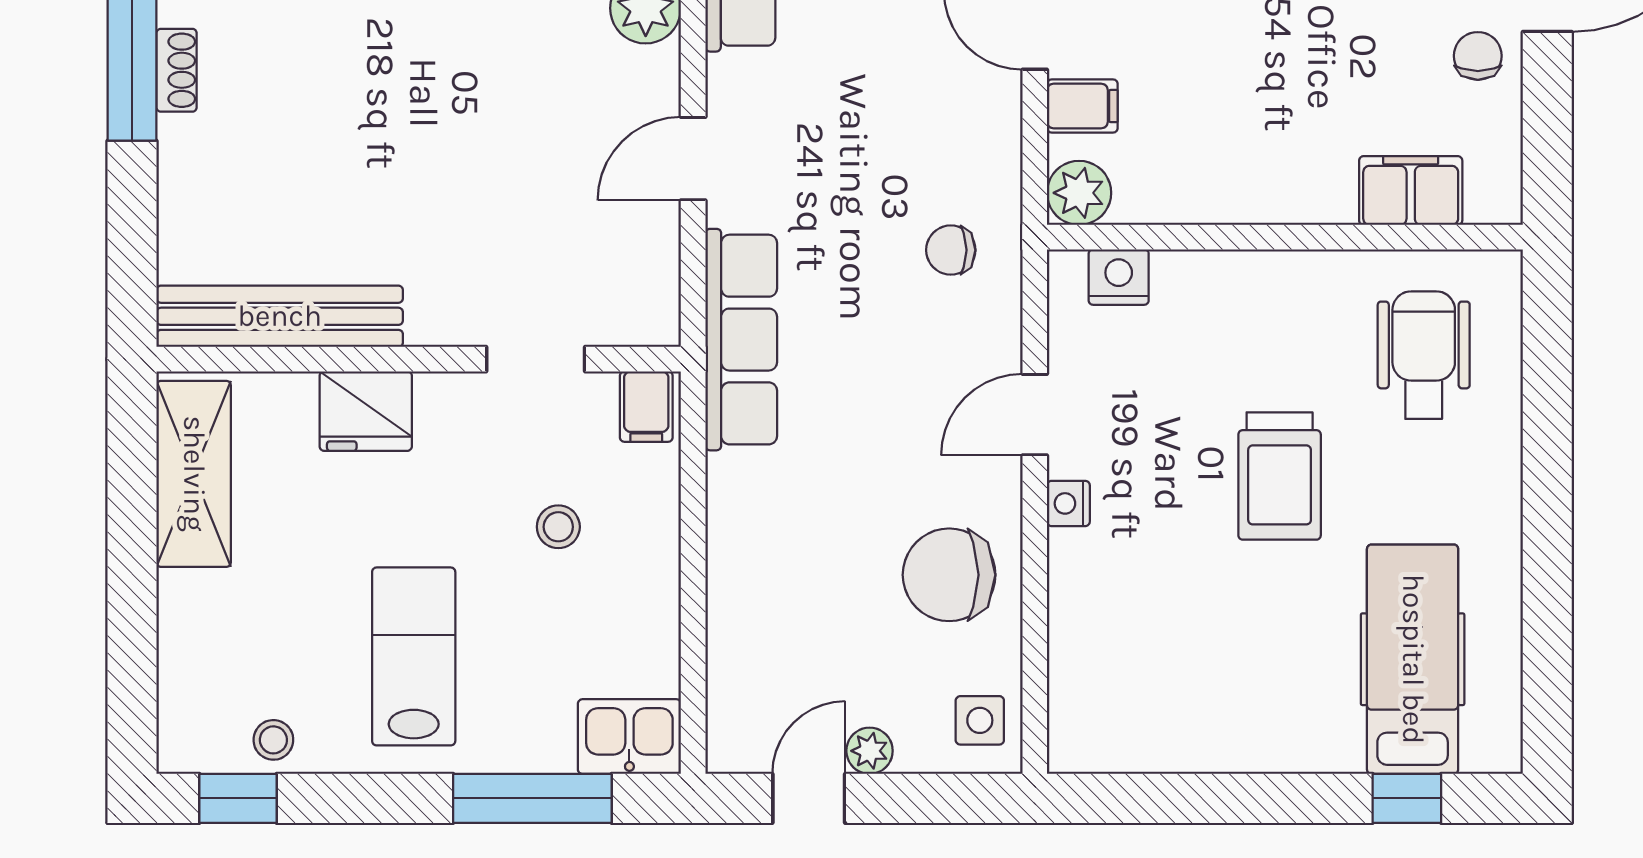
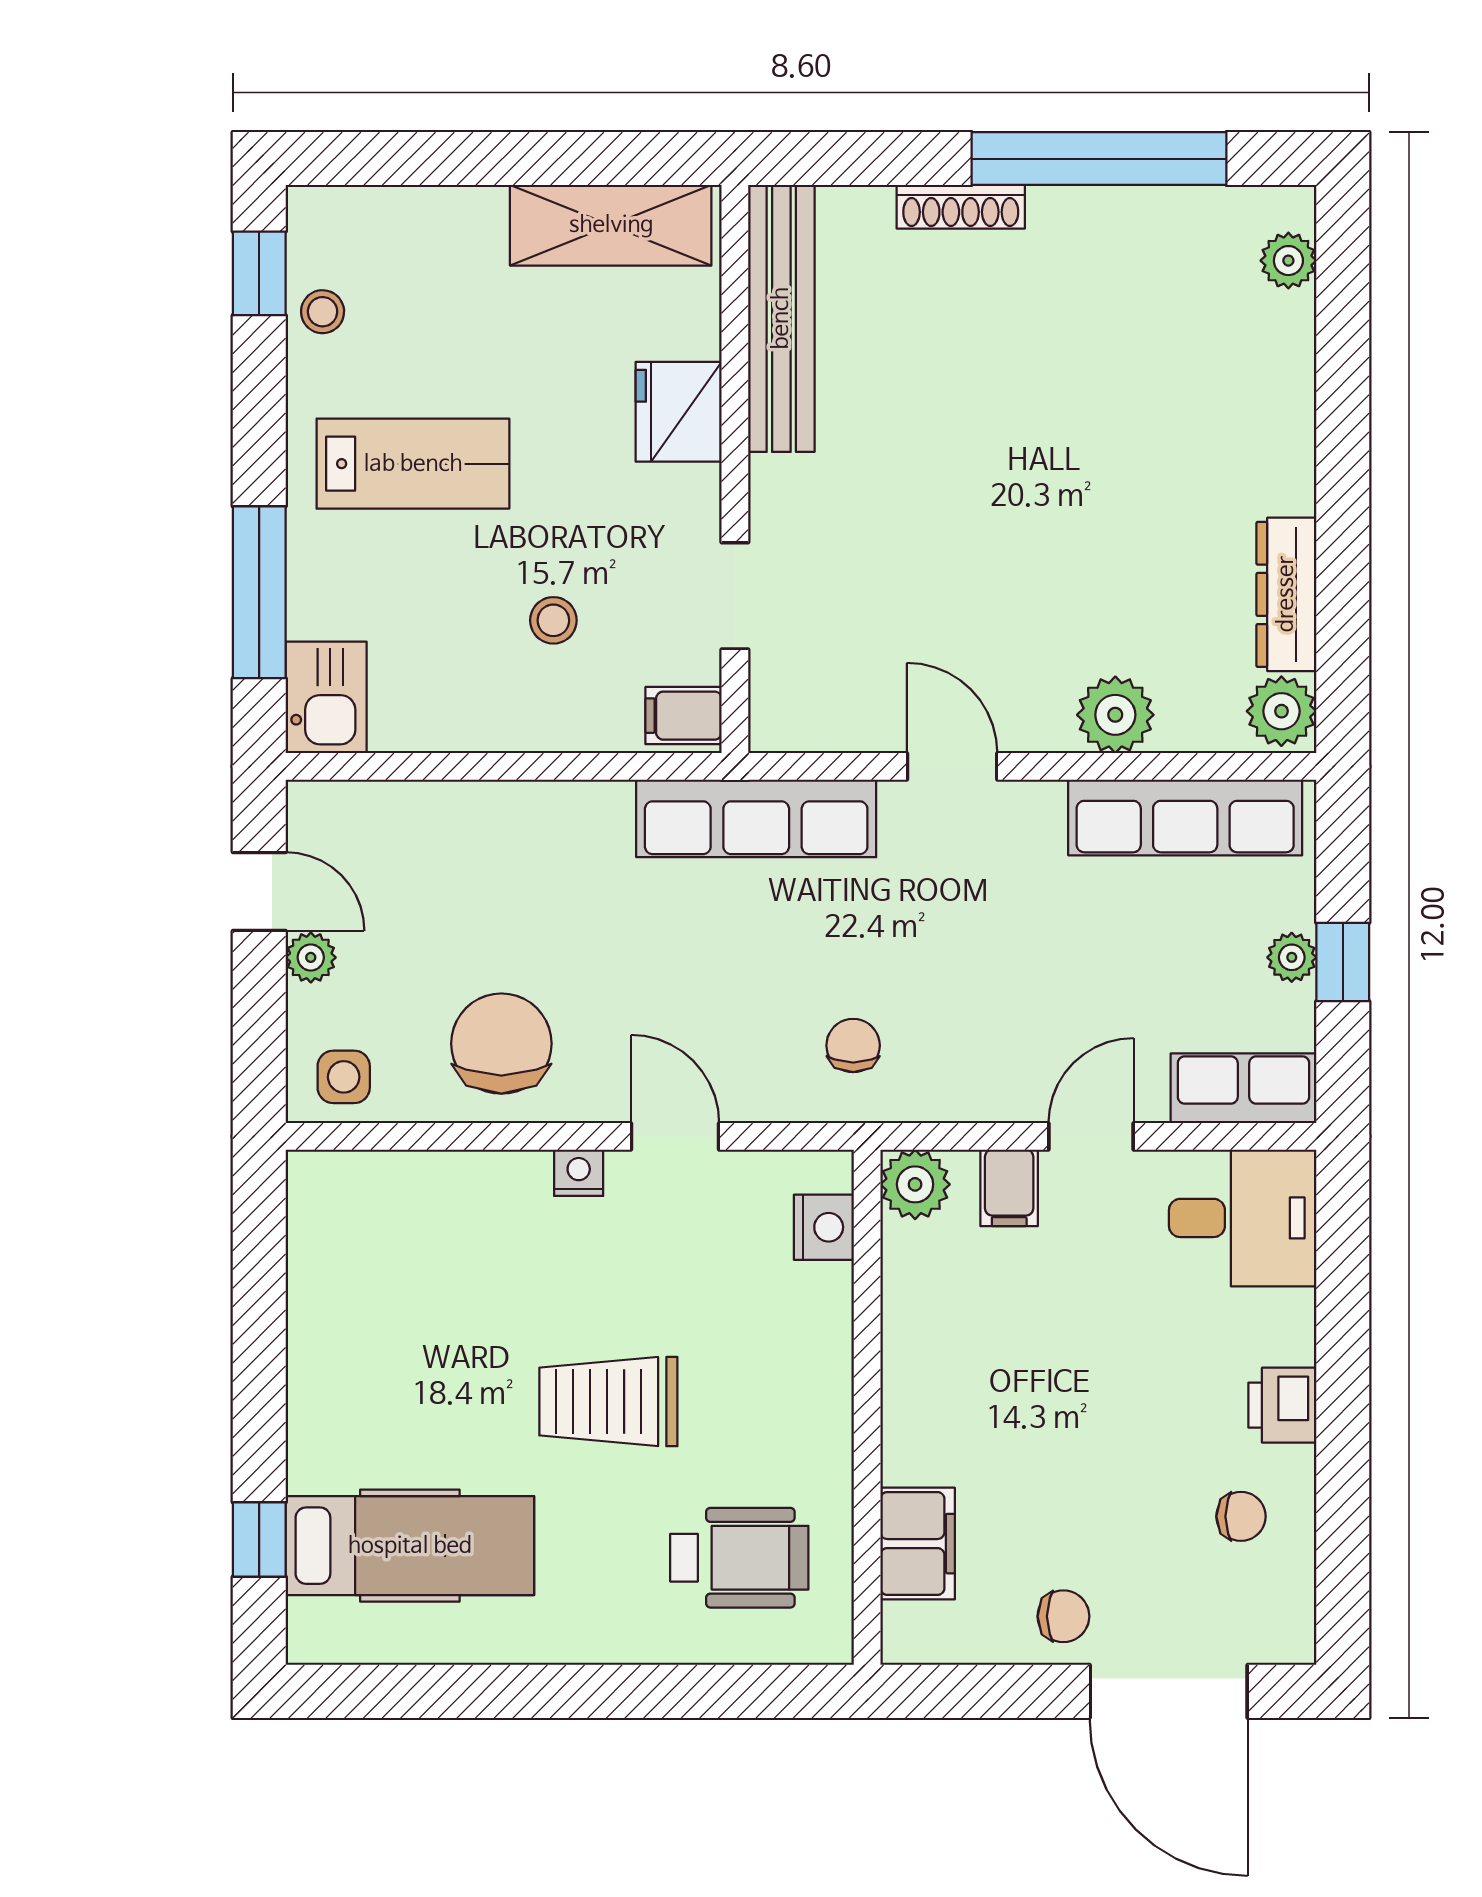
shoe rack: (177, 70) -> (961, 207), moved, width x1.43

